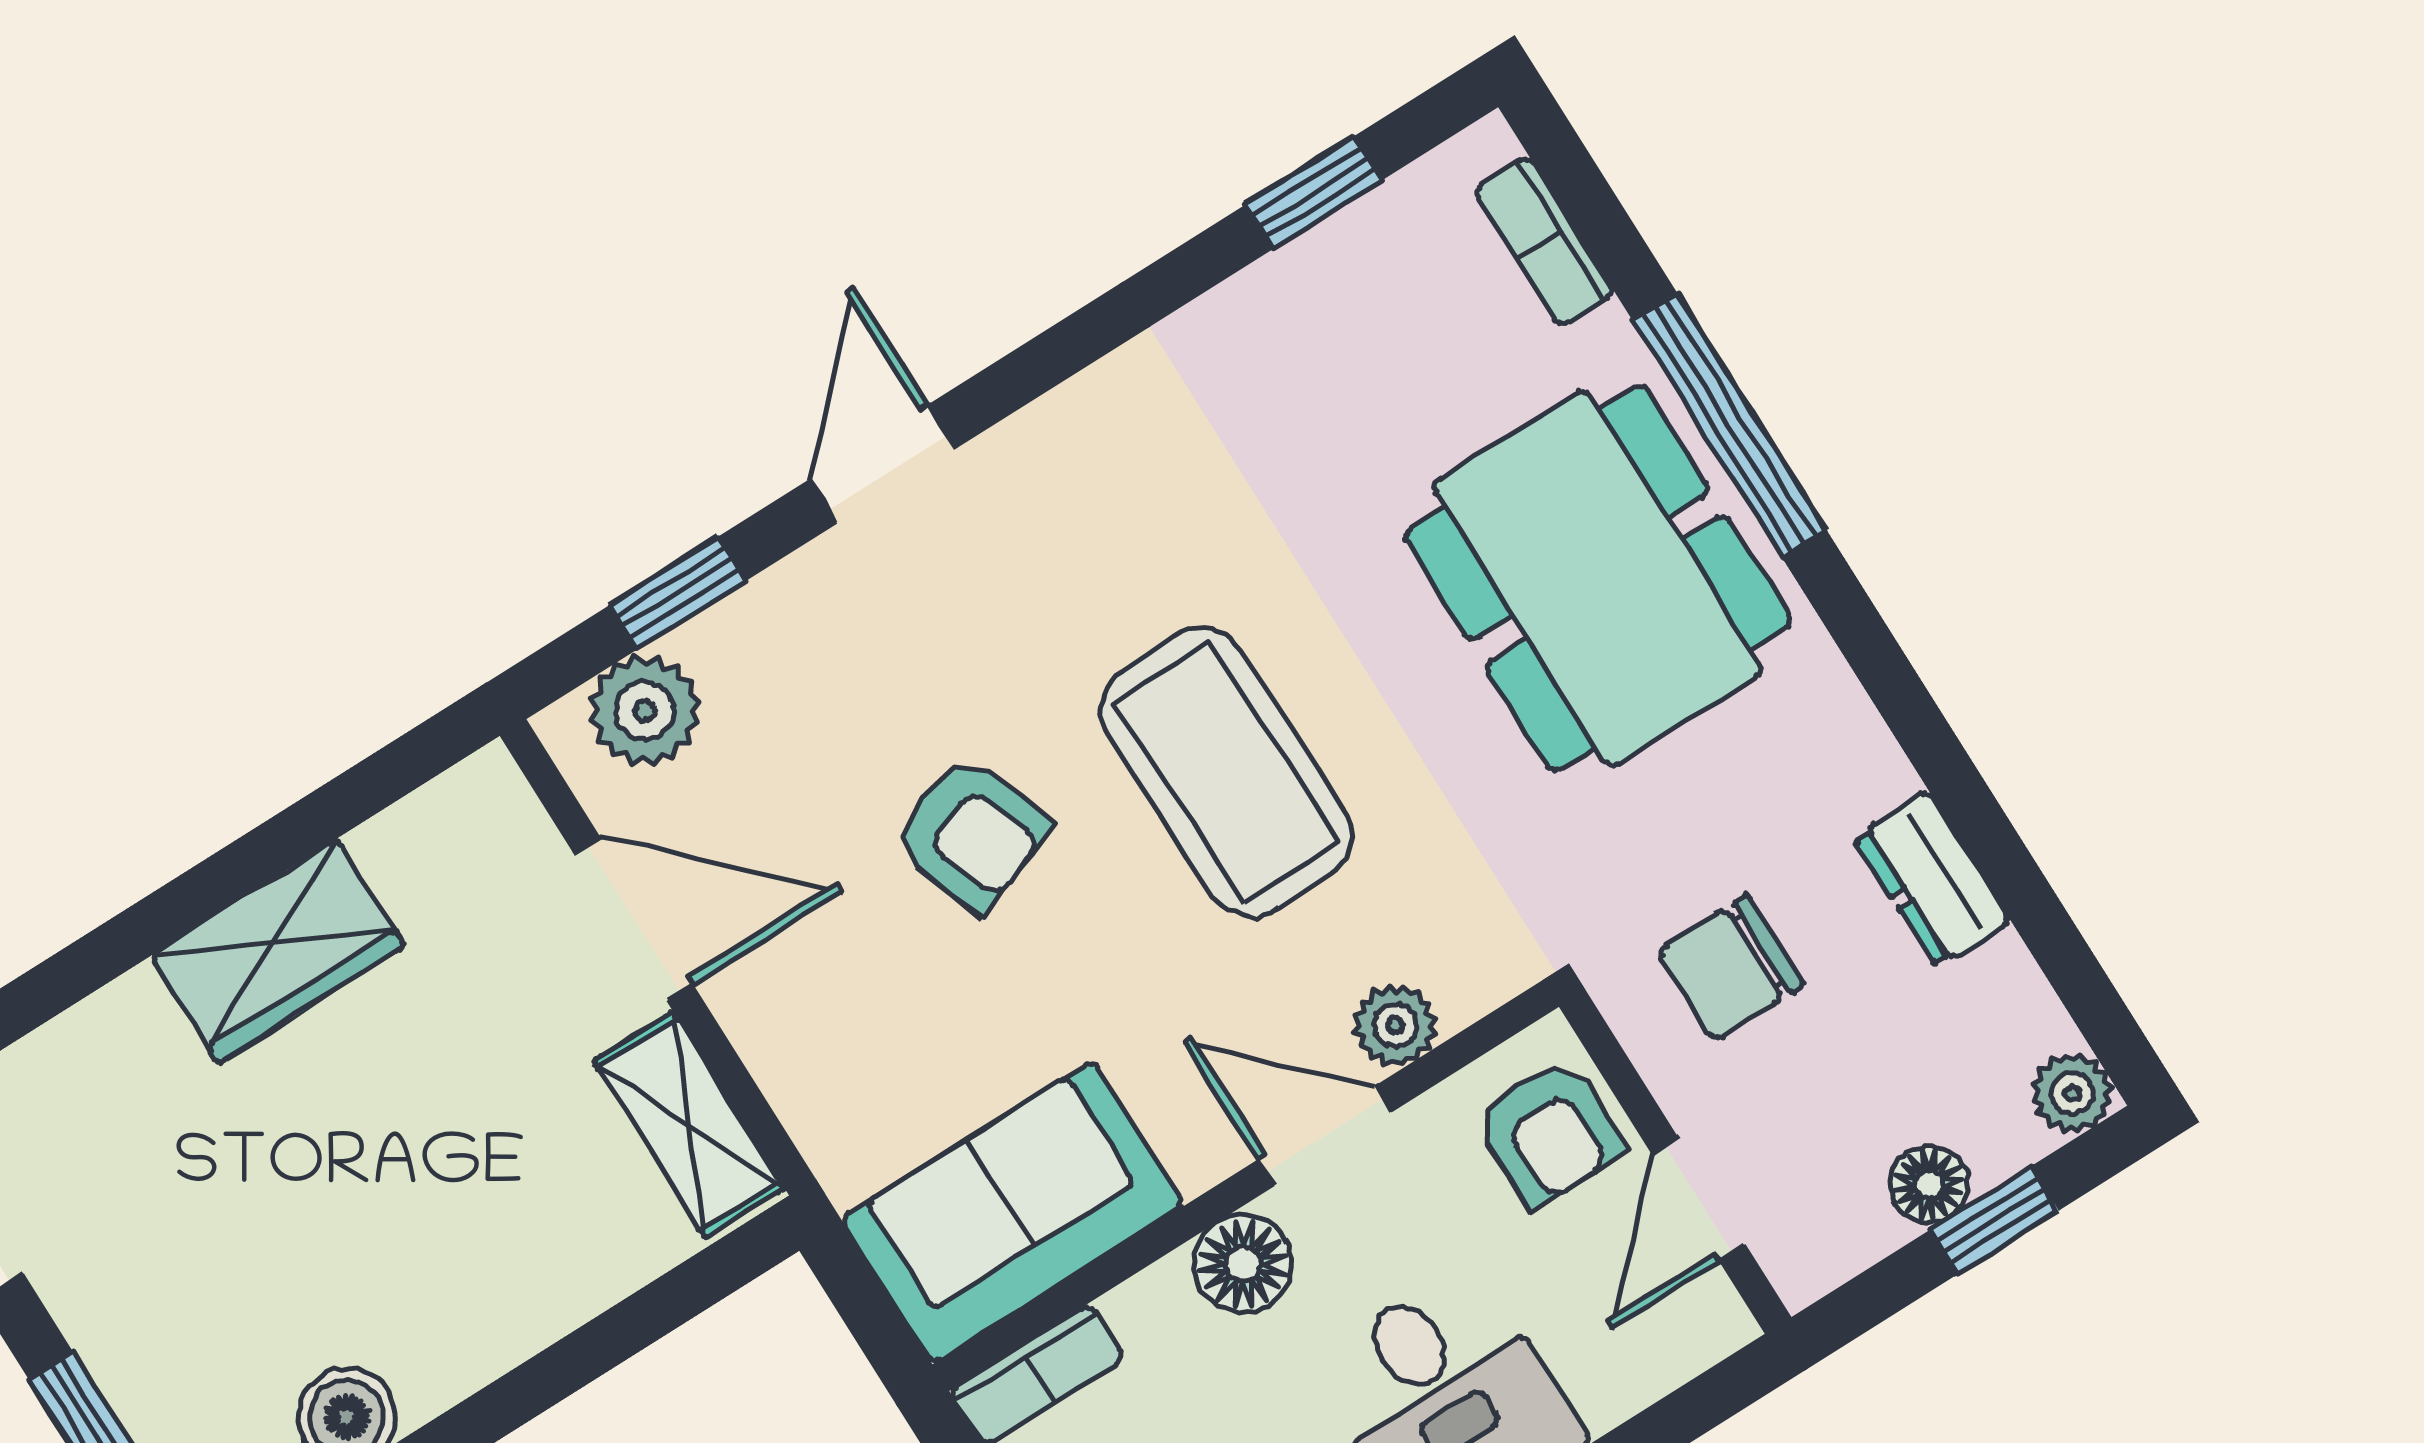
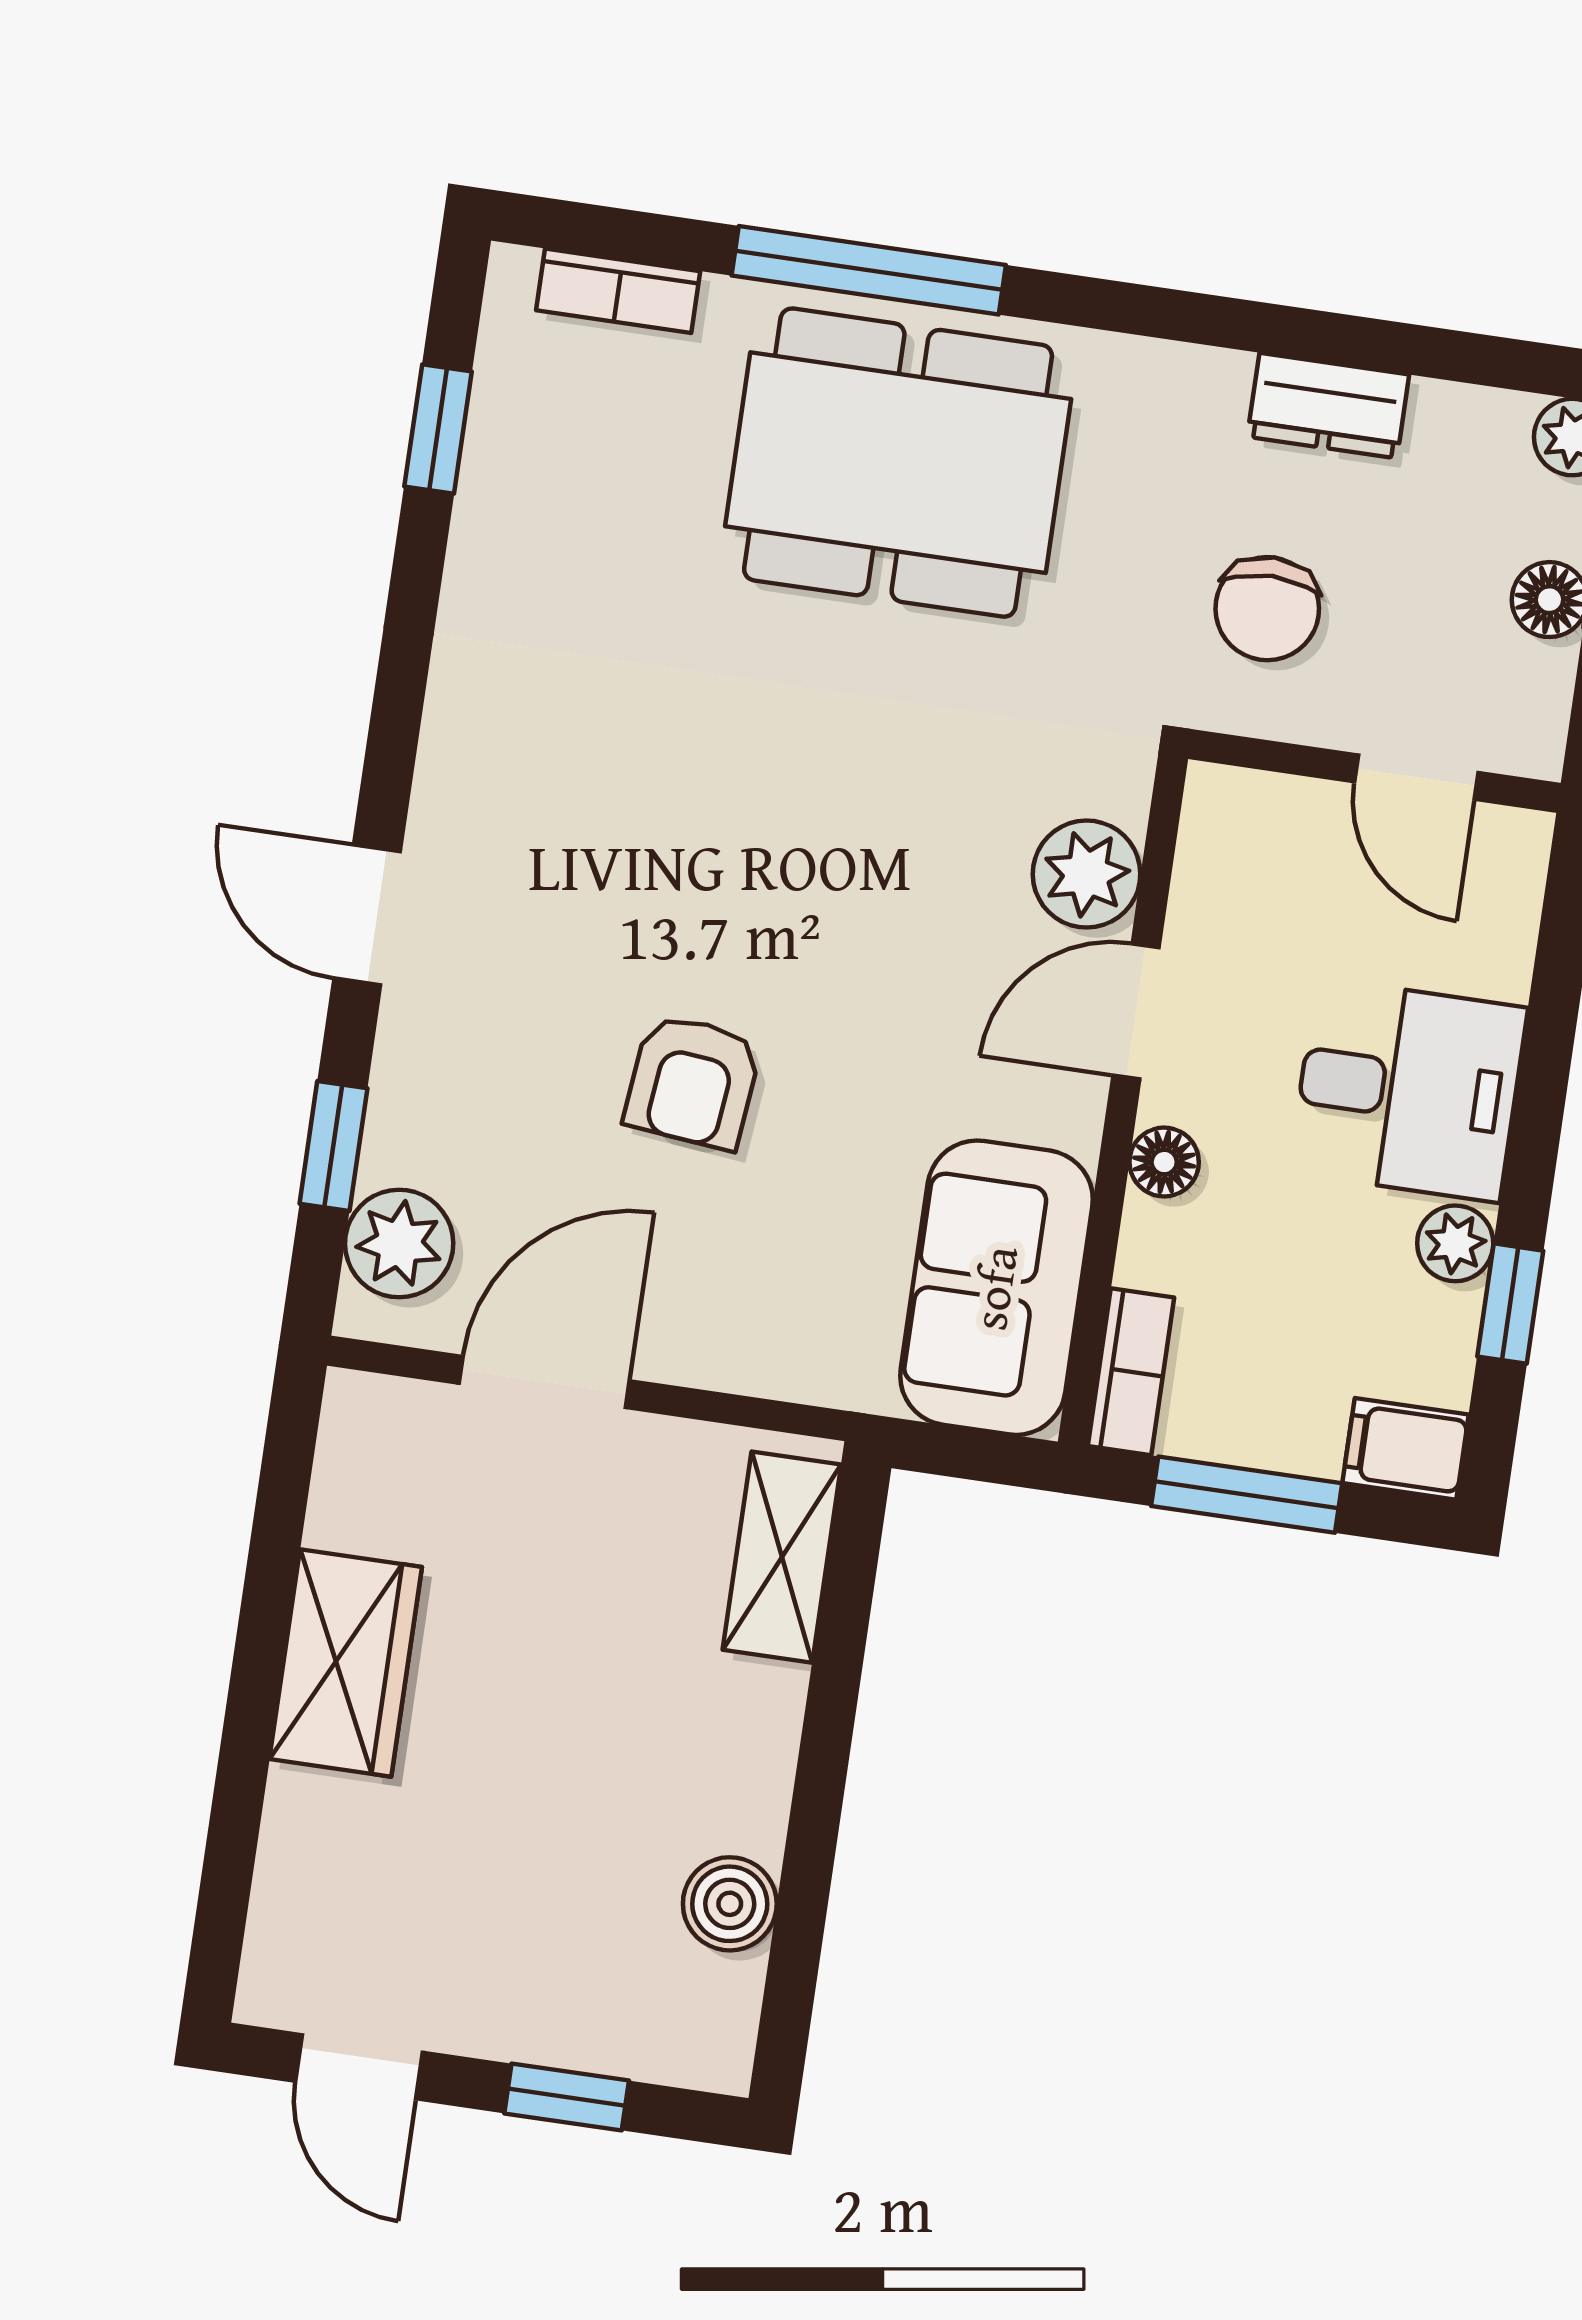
coffee table: (1227, 772) -> (808, 856), removed
armchair: (971, 833) -> (693, 1081), turned 117
plant: (1395, 1025) -> (1087, 874), width x1.38, depth x1.38
shelving: (689, 1125) -> (782, 1557), moved, turned 90
armchair: (1549, 1133) -> (1274, 845), removed
floor lamp: (1243, 1264) -> (1164, 1162), width x0.73, depth x0.73

